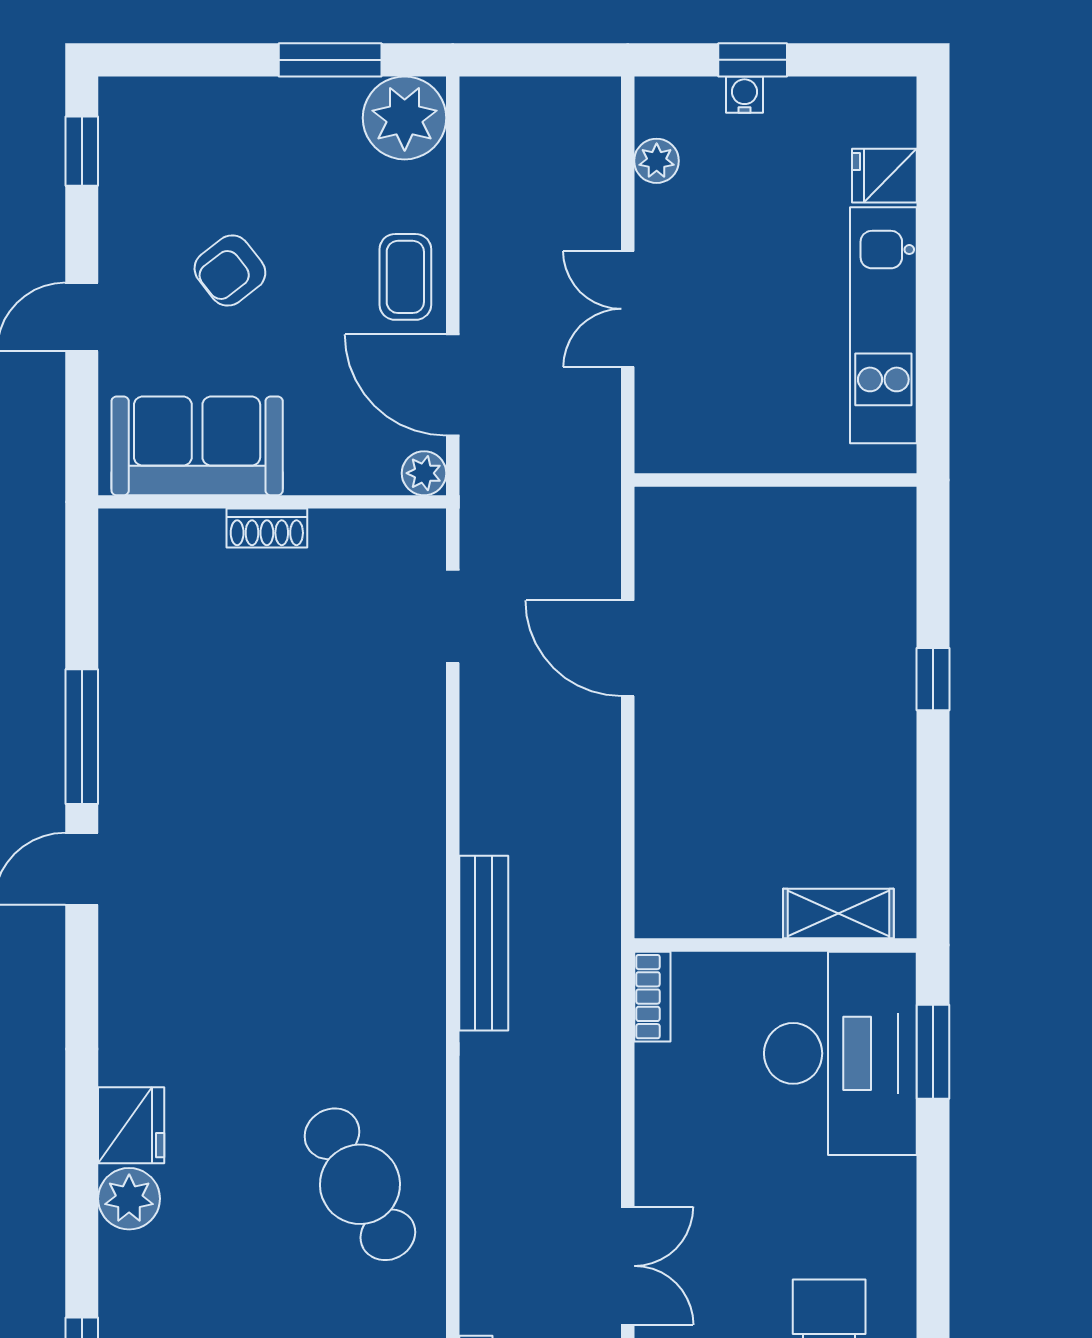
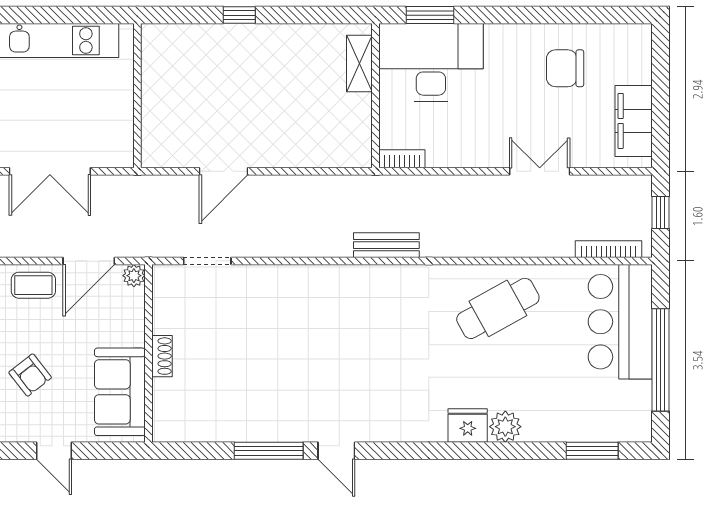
double door: (628, 309) -> (50, 171), width x1.37
bench: (484, 943) -> (386, 245), width x0.73

